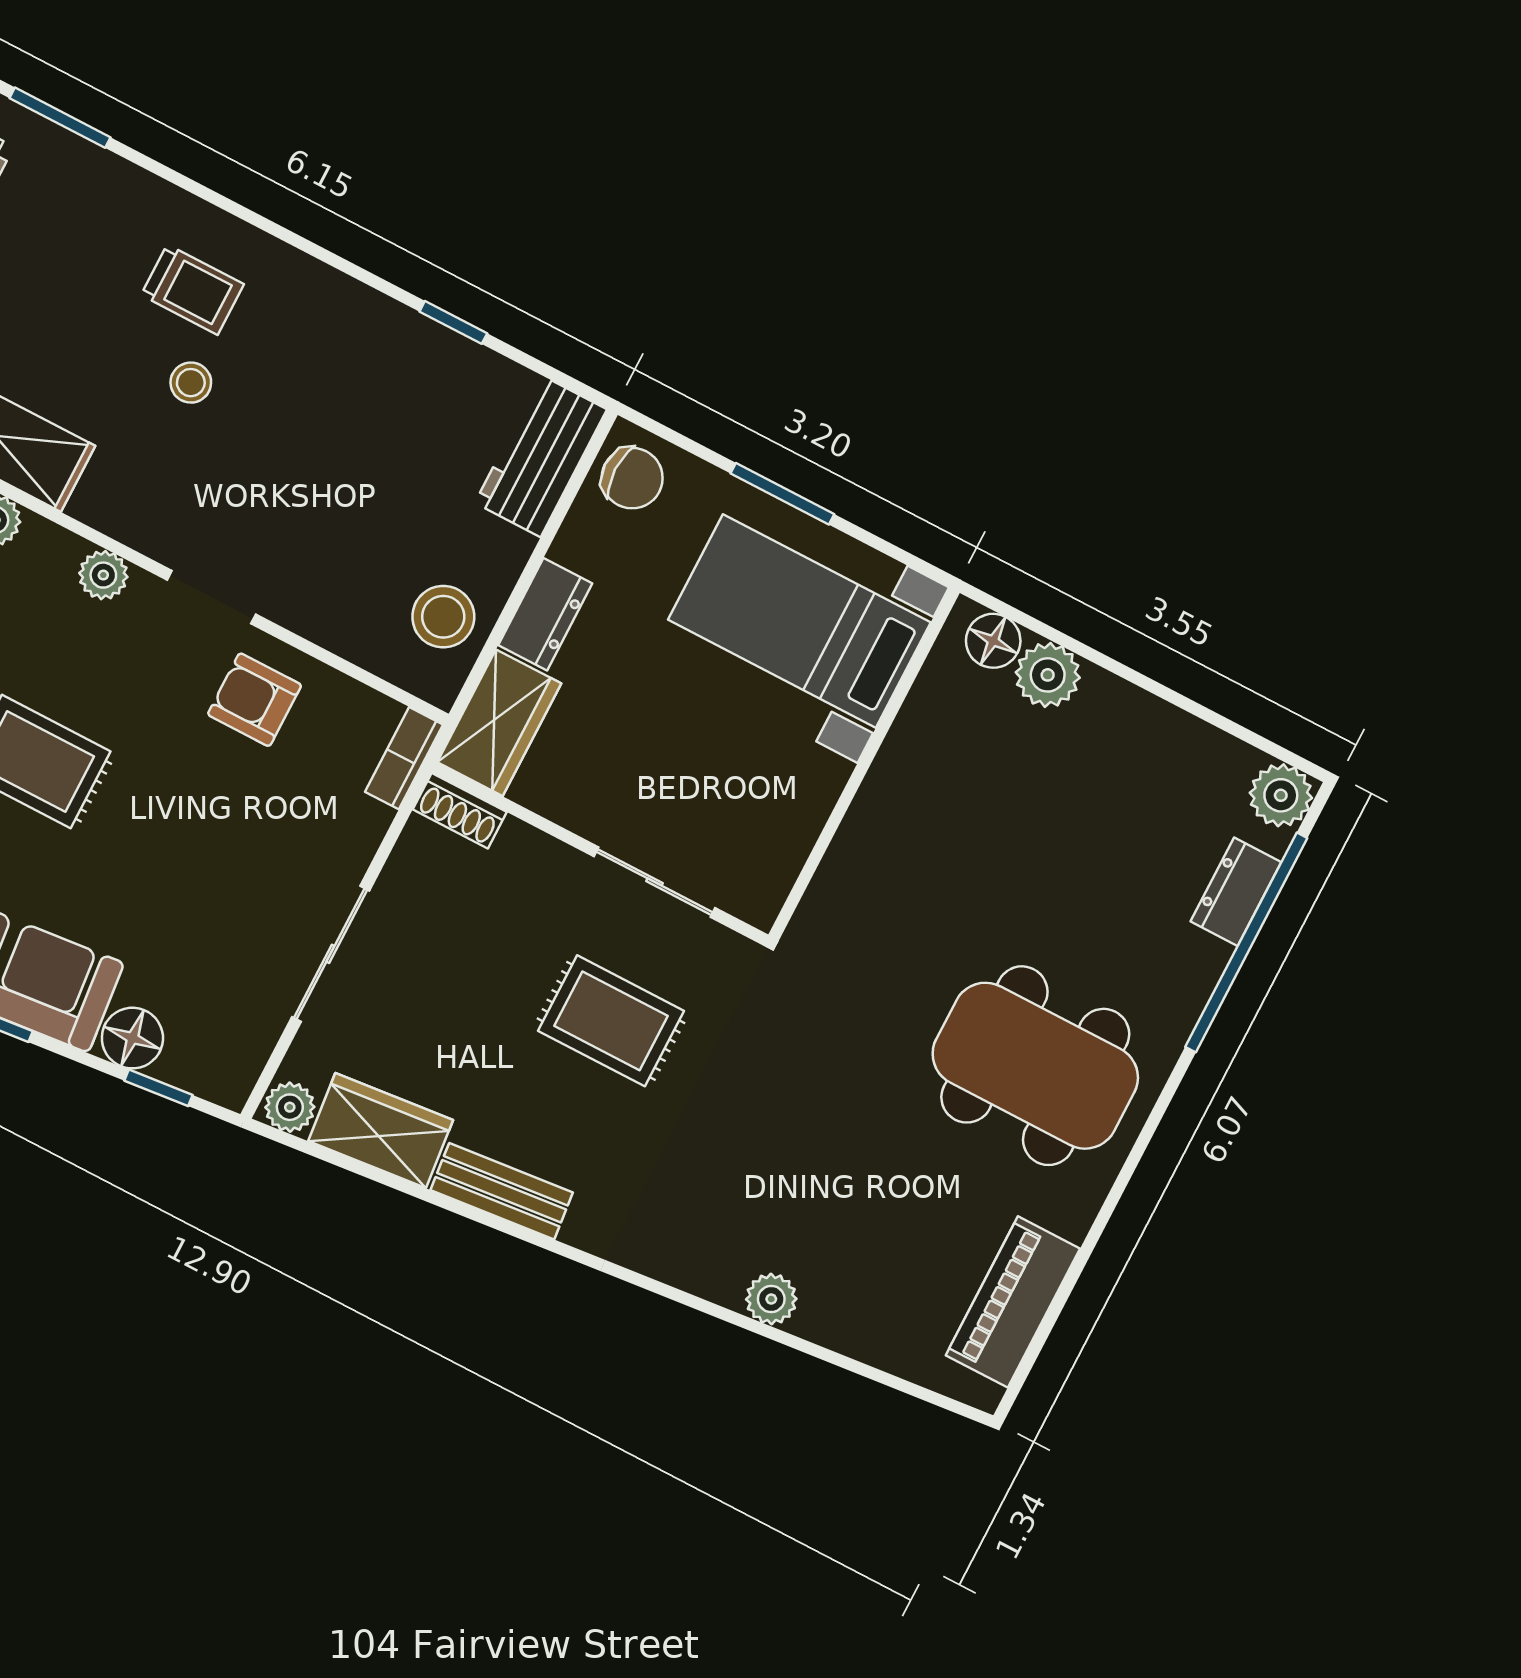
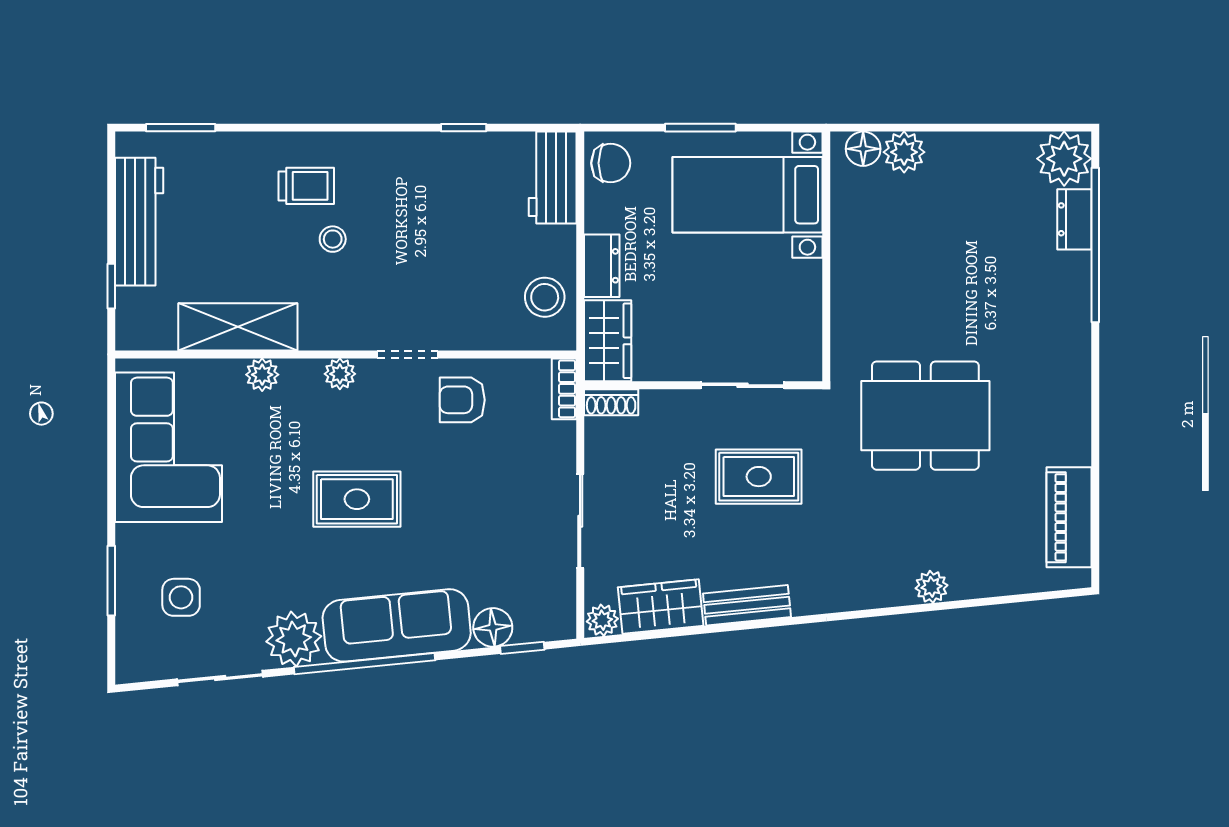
plant: (1281, 795) -> (1064, 159), width x1.36, depth x1.36
dining table: (1035, 1066) -> (925, 416), moved

